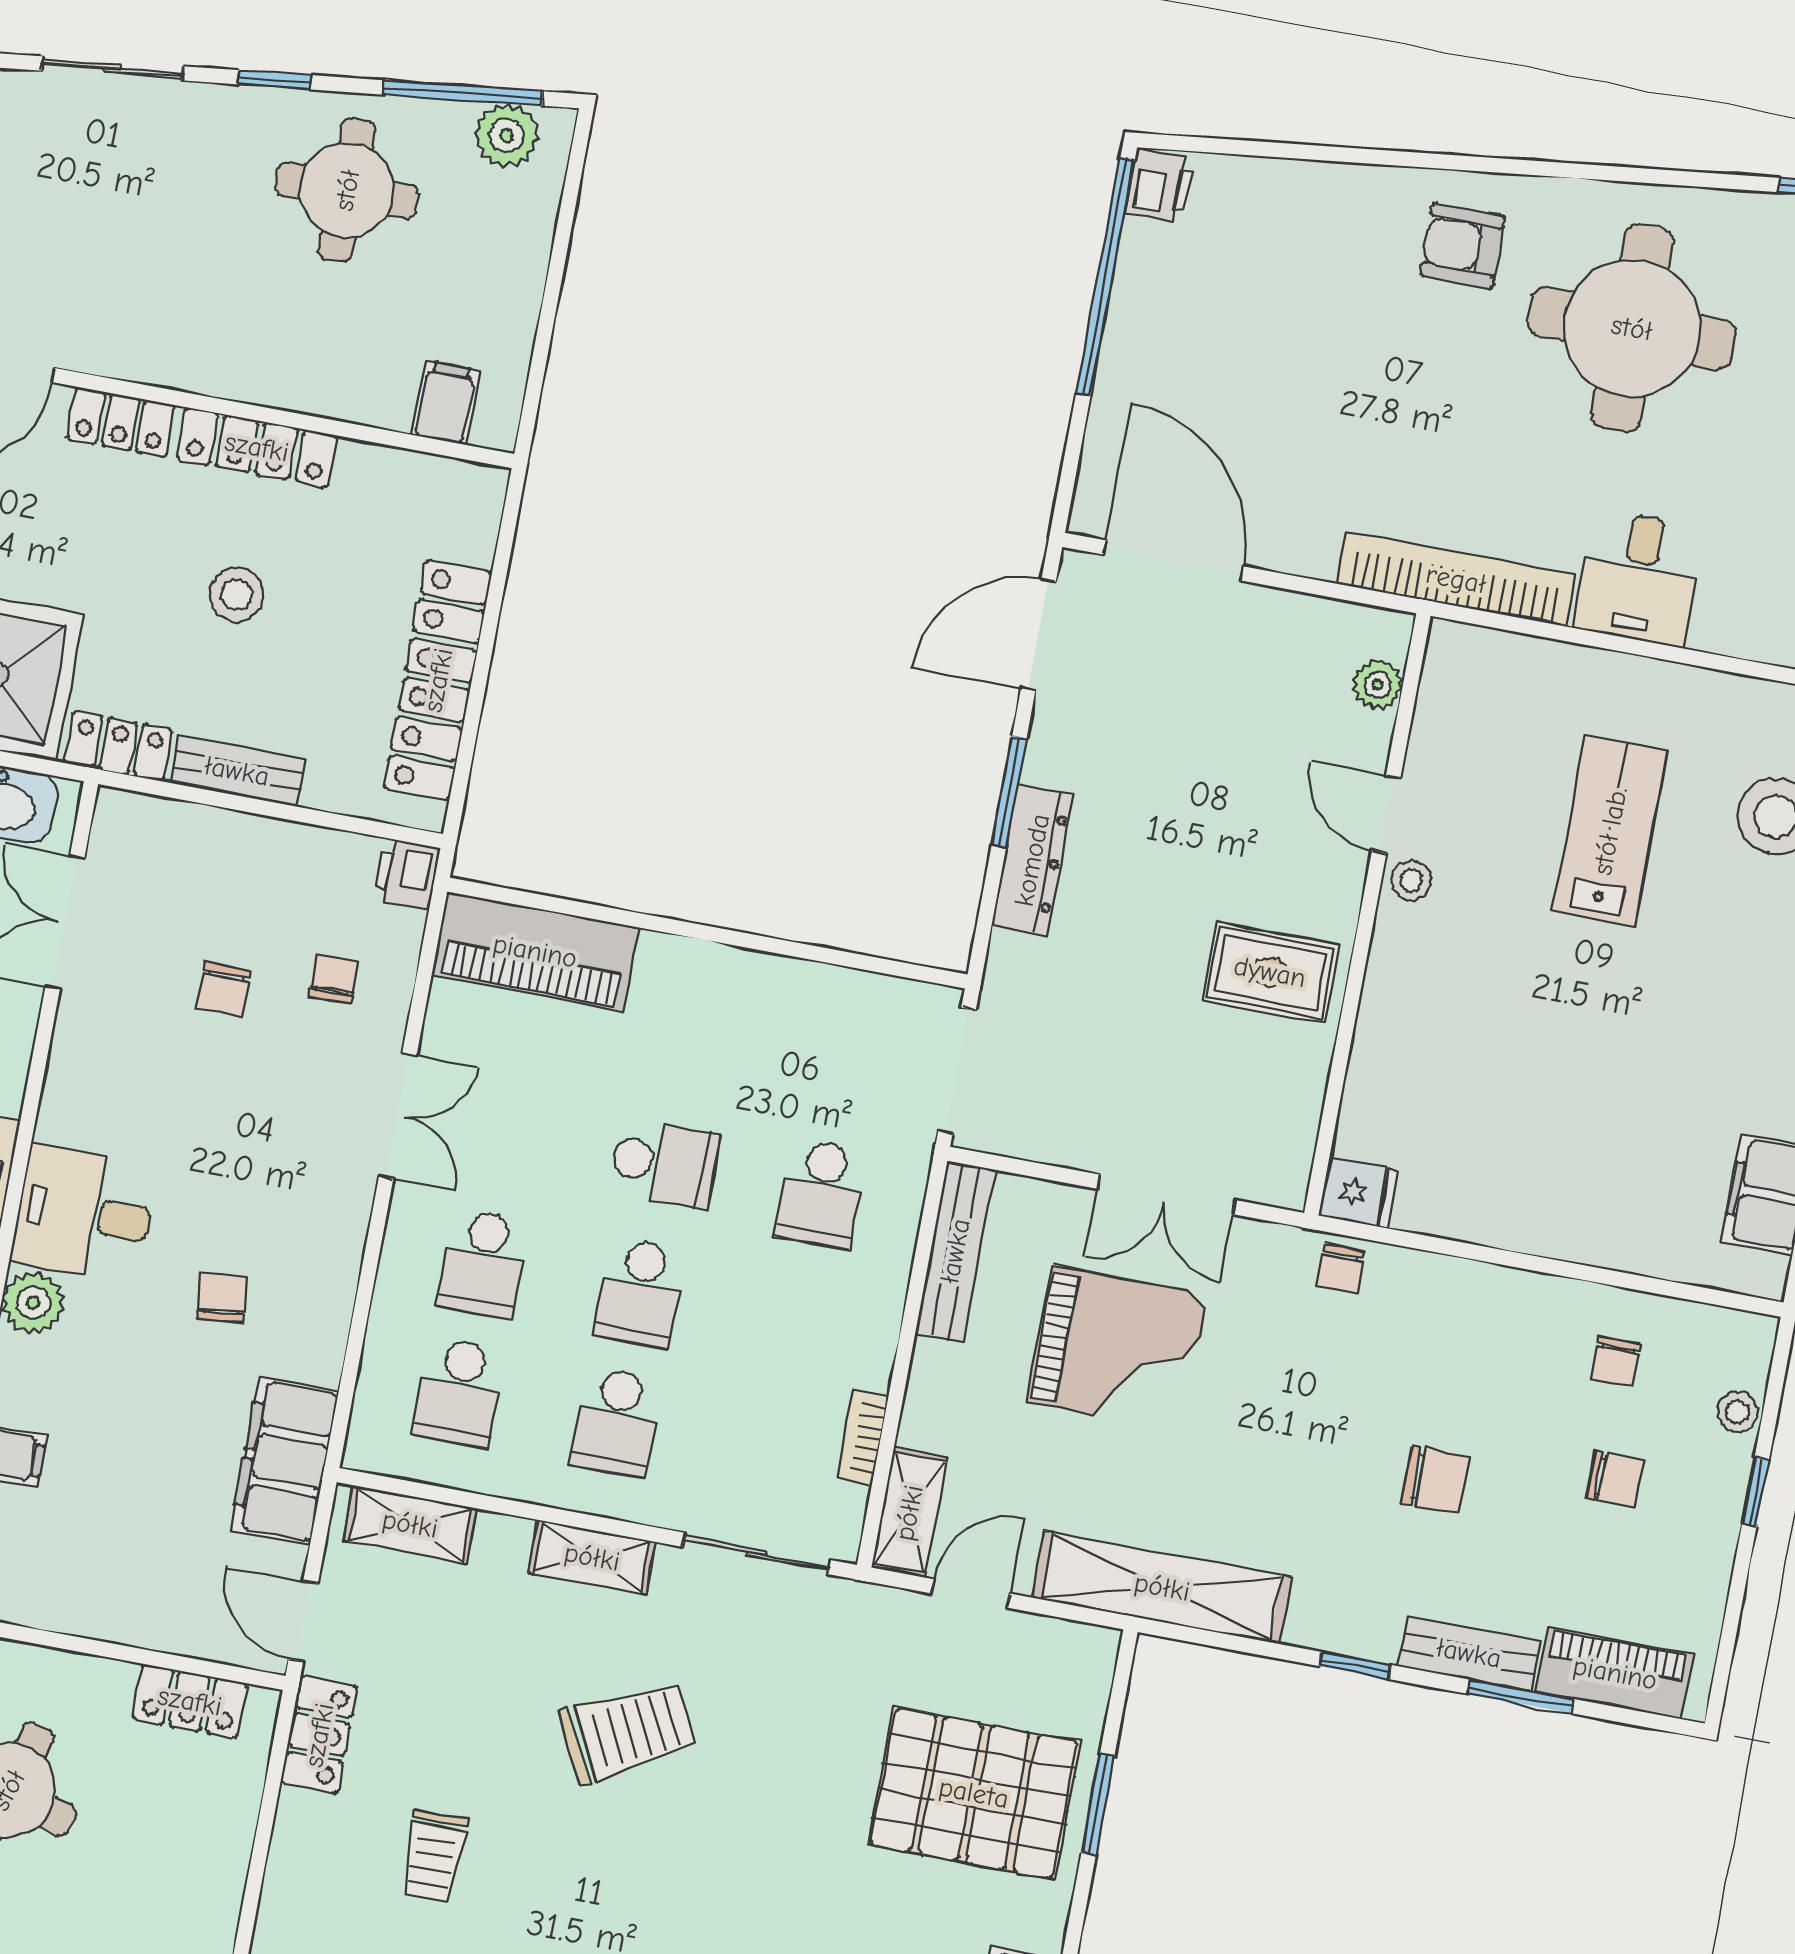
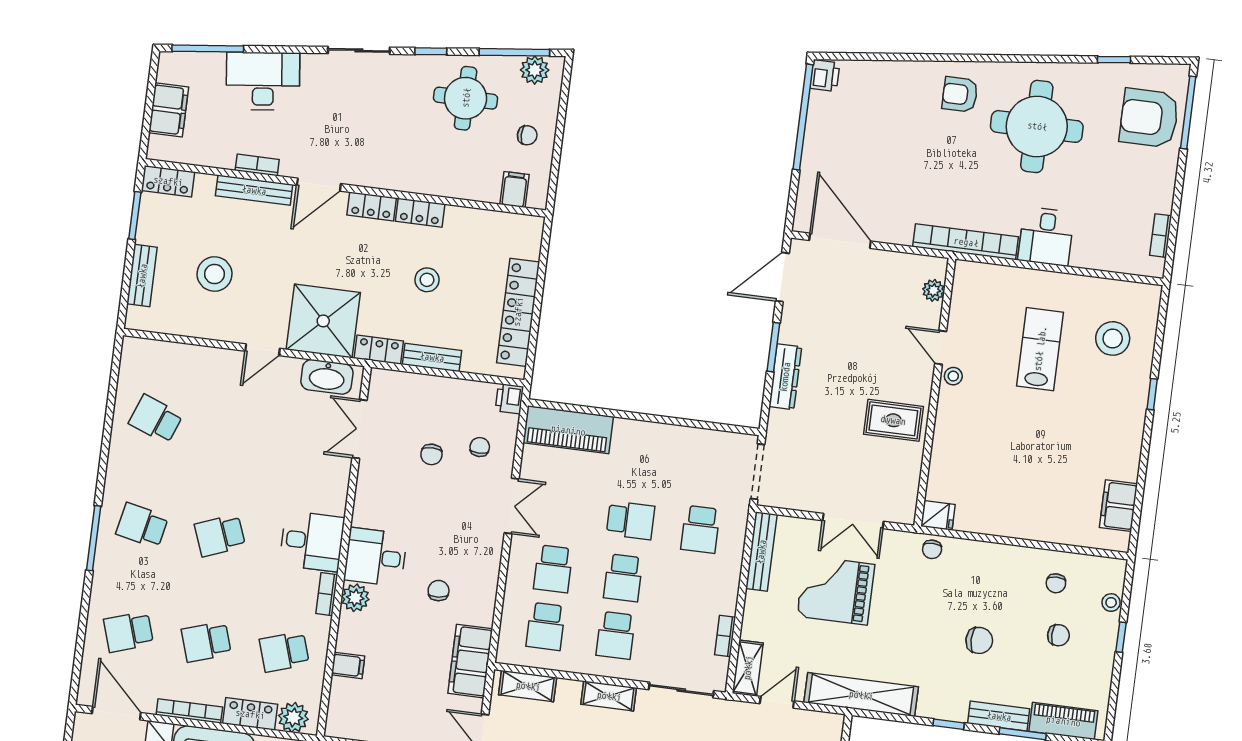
chair: (481, 282) -> (527, 135), added
locker: (257, 447) -> (420, 213), width x0.66
grand piano: (1118, 1349) -> (836, 590), turned 180

